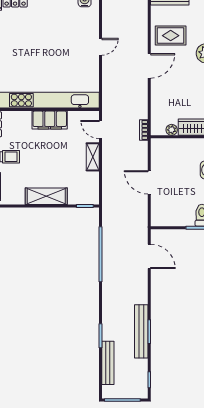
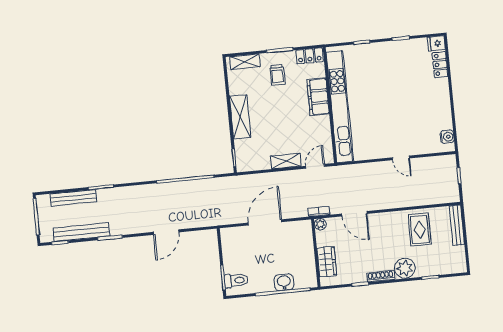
door: (149, 66) -> (354, 214), moved
filing cabinet: (50, 120) -> (318, 97), moved
plant: (172, 130) -> (320, 224), moved
door: (149, 182) -> (265, 222), width x1.36
door: (149, 256) -> (166, 232), moved
bench: (141, 331) -> (81, 232), moved

